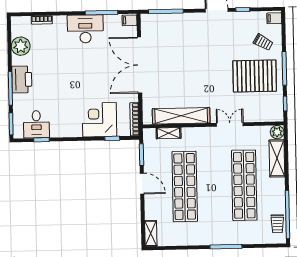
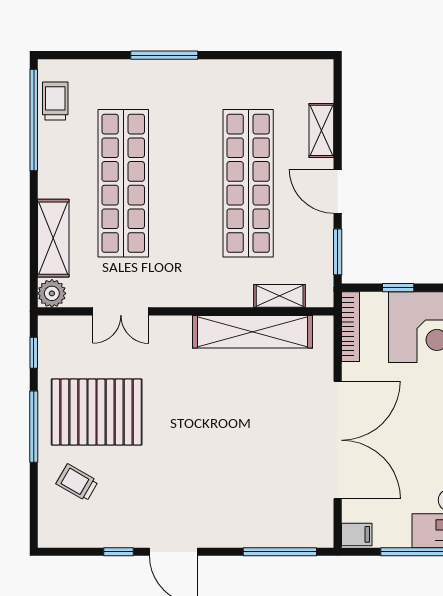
filing cabinet: (274, 18) -> (53, 532), removed
double door: (230, 124) -> (121, 311), moved
shelving: (151, 233) -> (321, 130), moved

